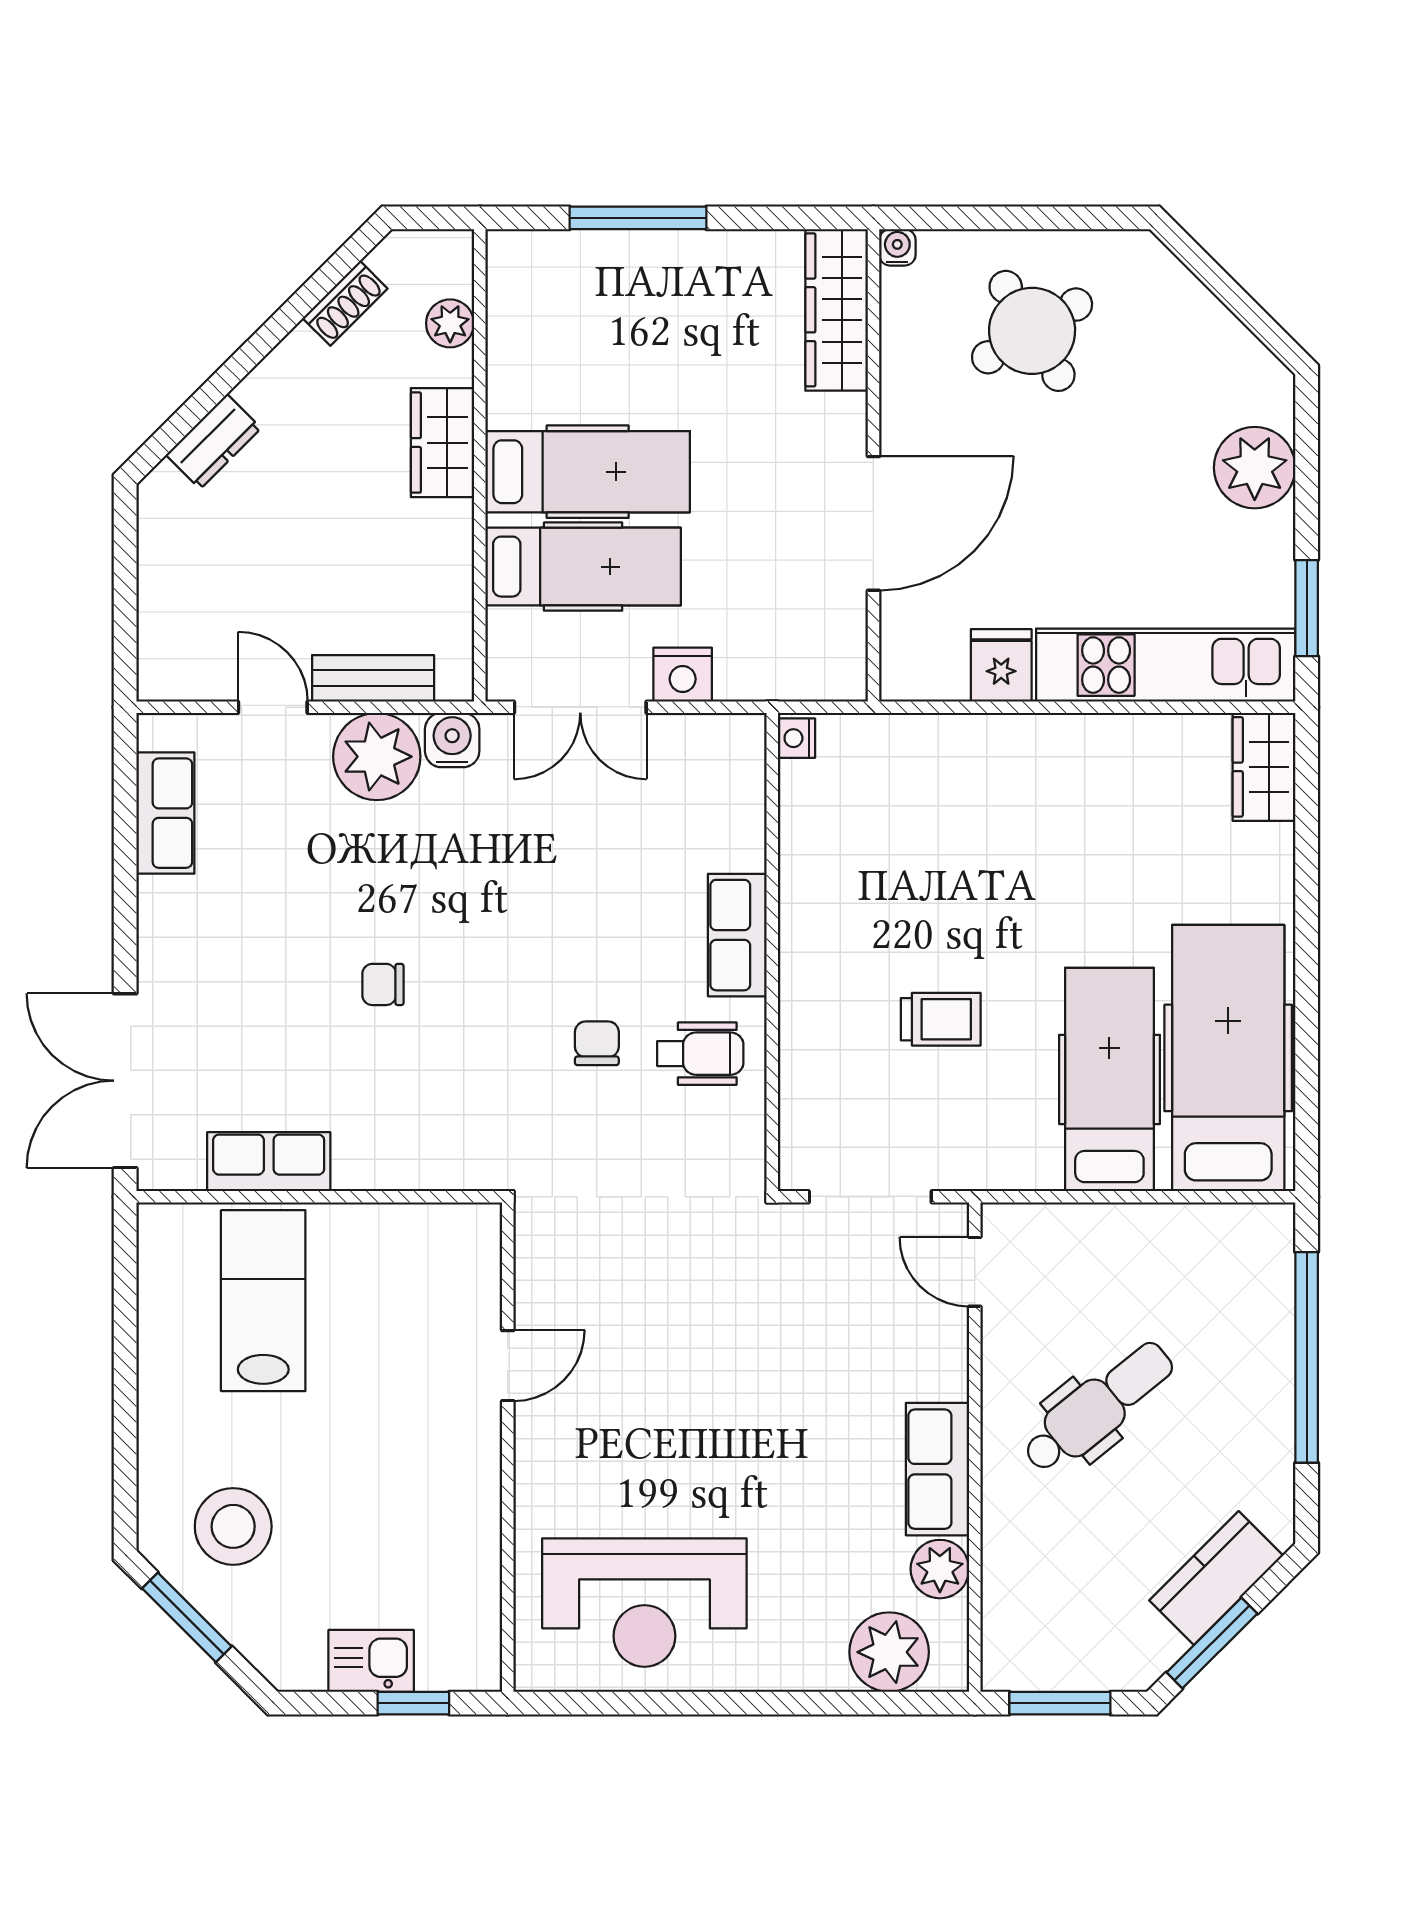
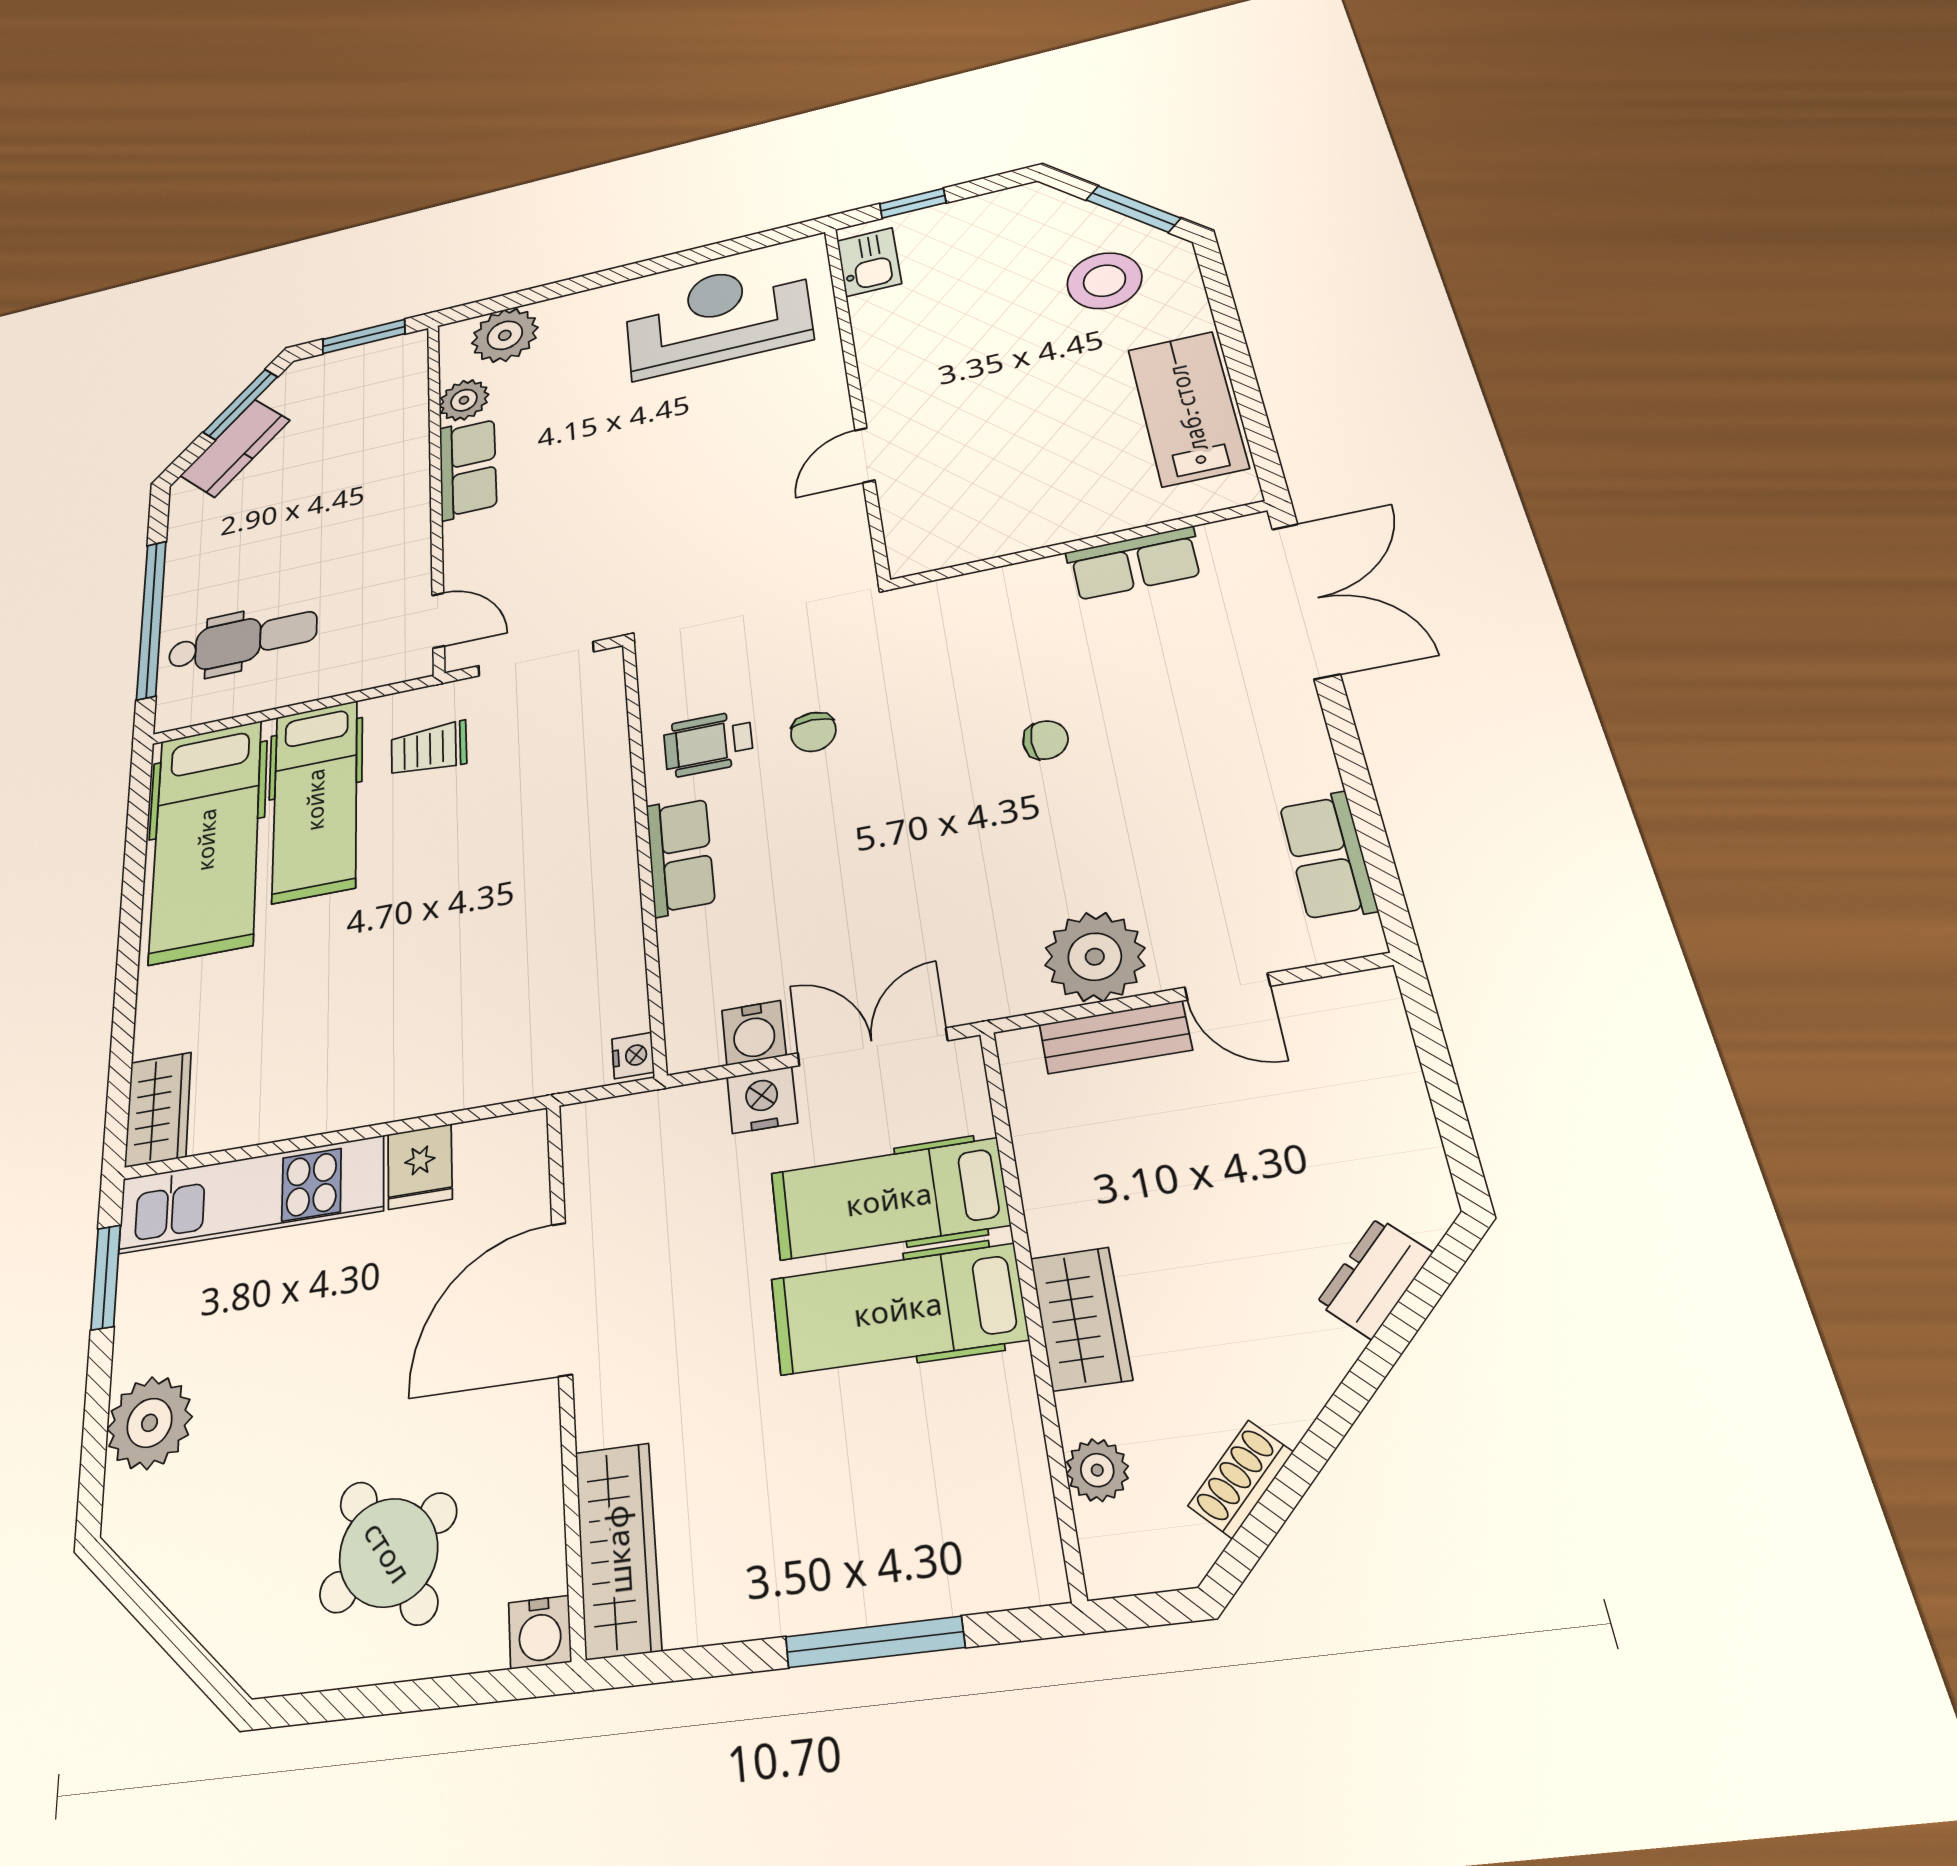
water cooler: (897, 247) -> (540, 1632), width x1.38, depth x1.38
water cooler: (452, 740) -> (754, 1033), moved
trolley: (941, 1019) -> (429, 749), moved
lab bench: (263, 1301) -> (1187, 408), moved, turned 180
dental chair: (1098, 1407) -> (243, 641), moved, turned -141
kitchen sink: (371, 1661) -> (869, 262), moved, turned -90

